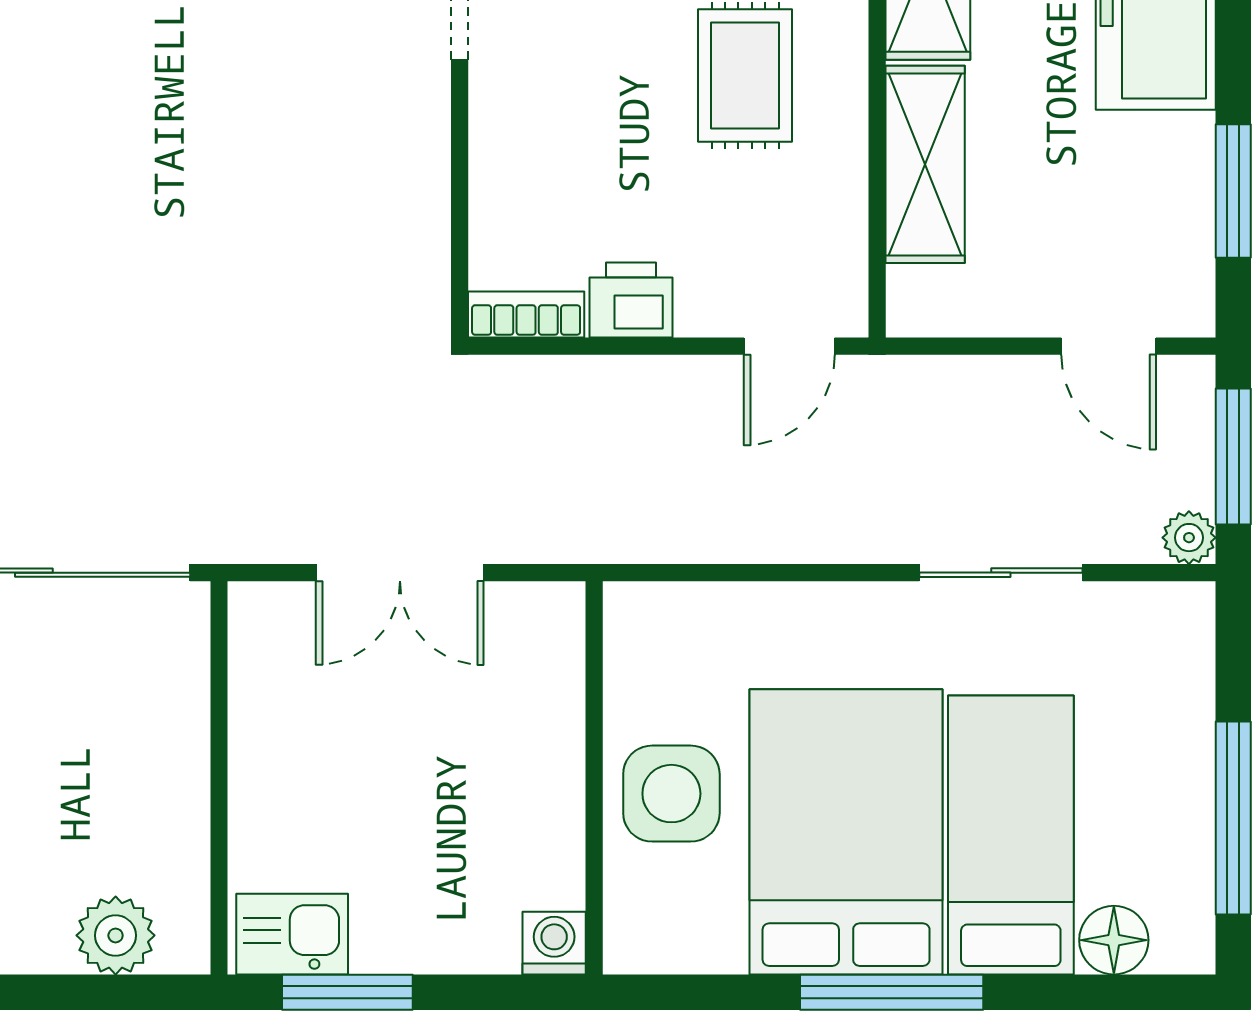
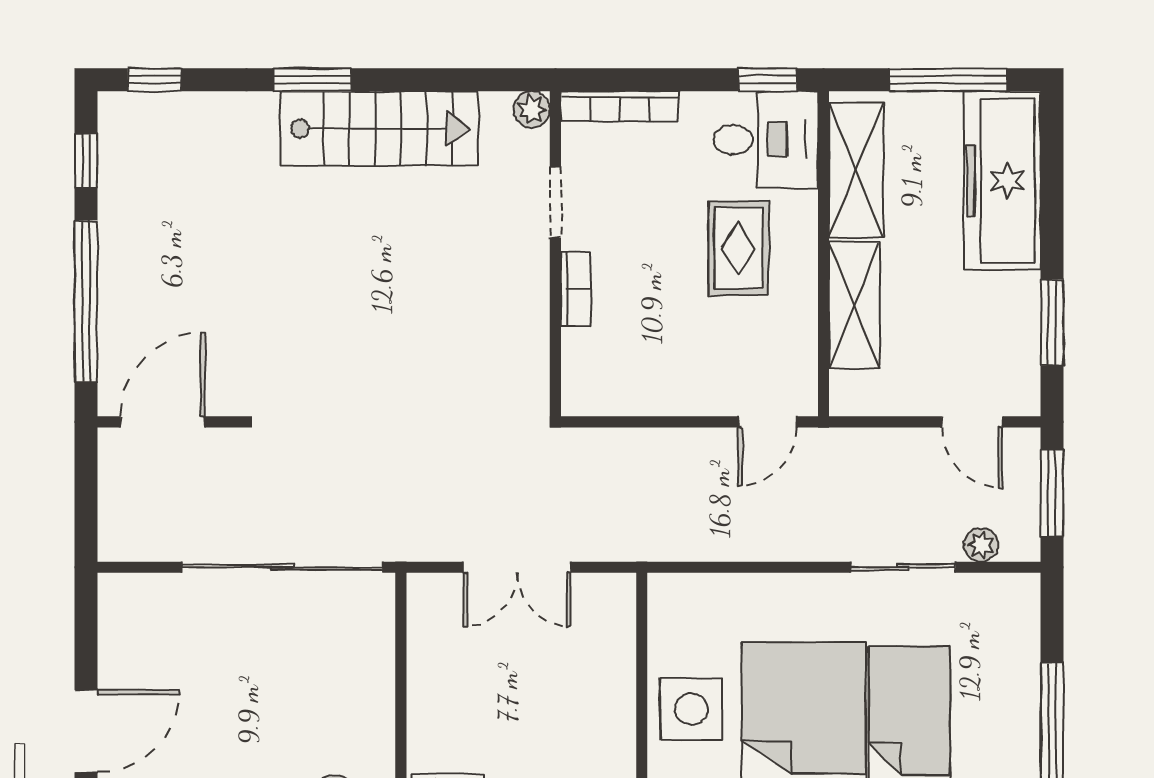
printer: (631, 300) -> (665, 392), removed
bookcase: (526, 314) -> (576, 289), moved, turned 90
plant: (1189, 538) -> (981, 545), moved

